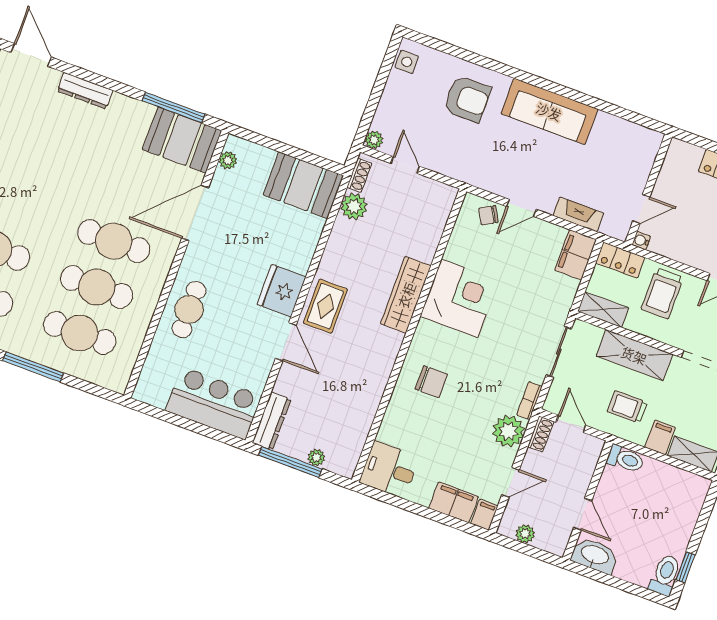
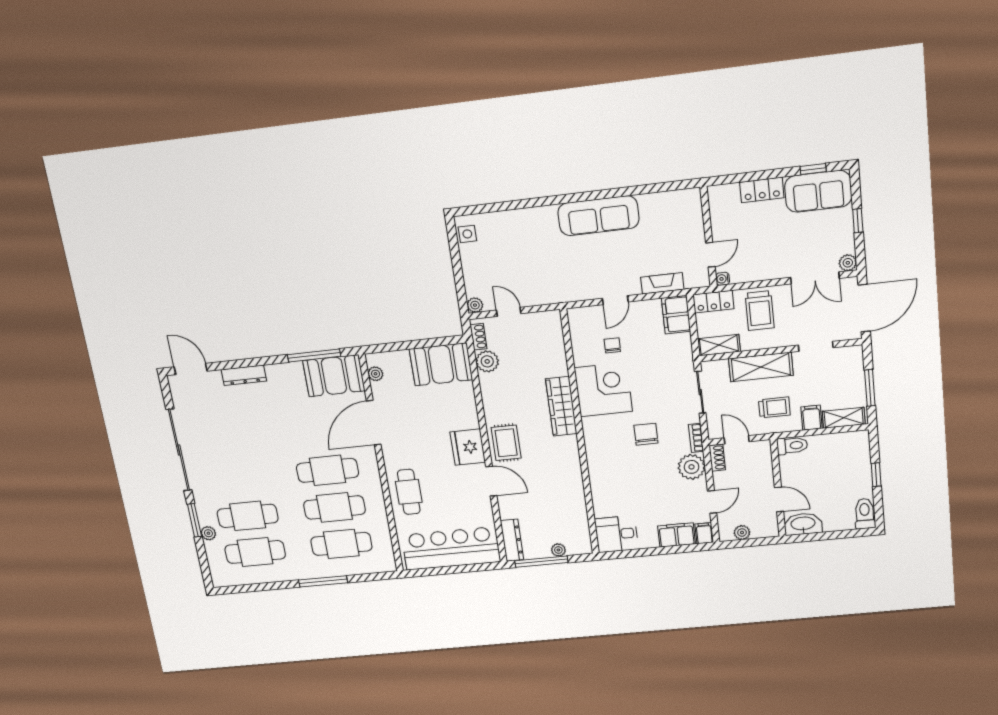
armchair: (467, 99) -> (529, 239), removed
chair: (488, 215) -> (612, 345), moved, turned 119
chair: (431, 382) -> (646, 434), moved, turned -90
bar counter: (214, 403) -> (451, 548), width x1.36
trolley: (627, 407) -> (774, 407), turned 180
window: (685, 567) -> (876, 475), moved

